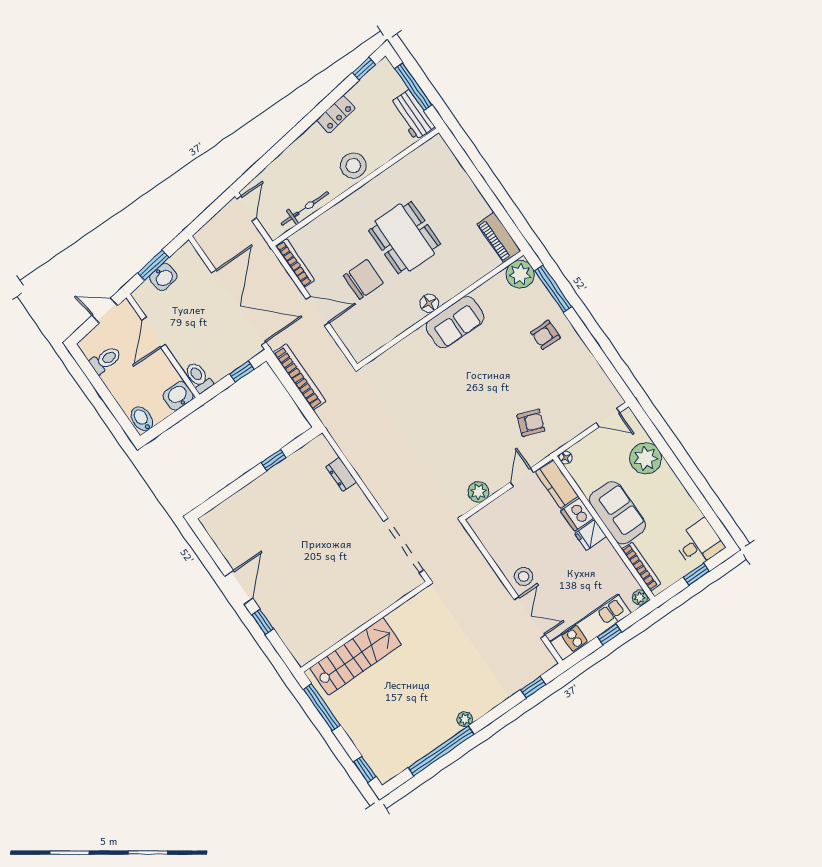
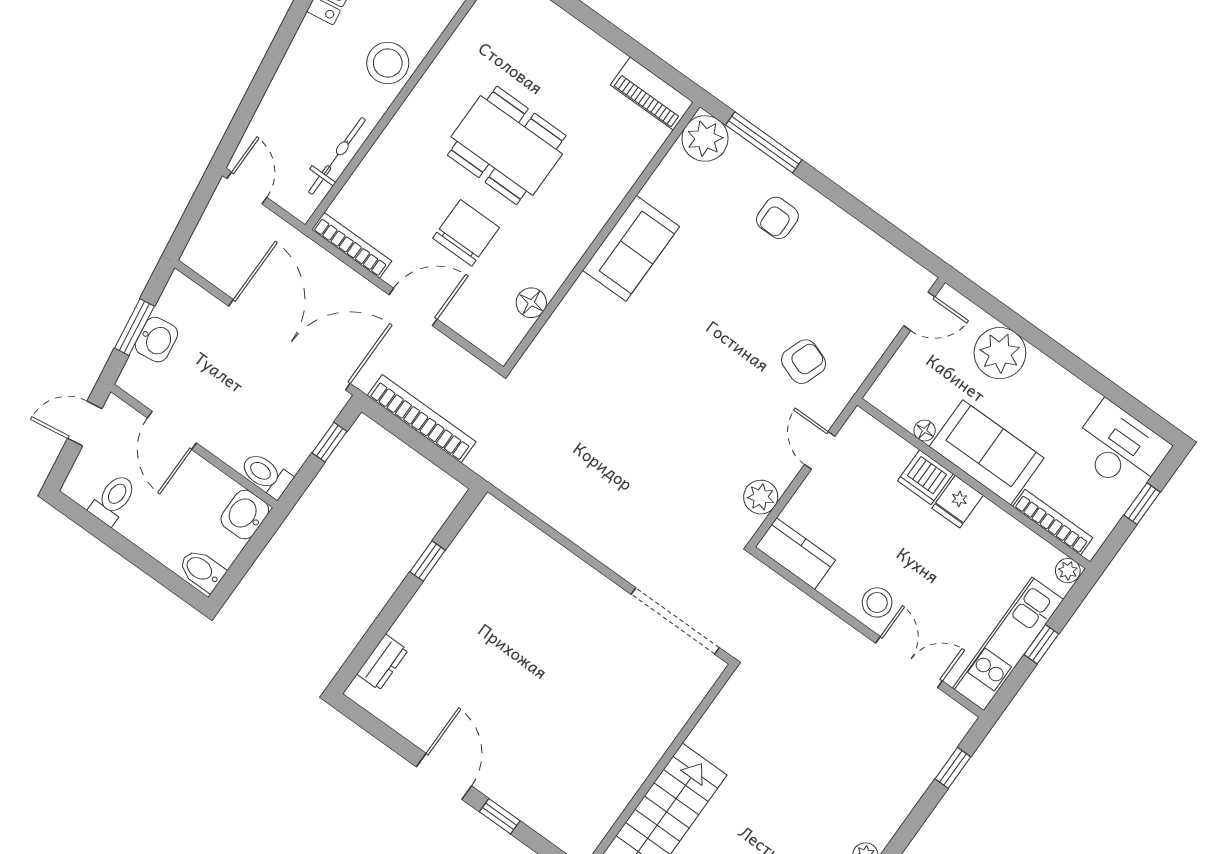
floor lamp: (429, 303) -> (531, 303), moved
floor lamp: (566, 458) -> (925, 431), moved
dresser: (341, 474) -> (382, 662), moved, turned -90
kitchen counter: (557, 484) -> (795, 554), moved, turned 180
desk: (699, 543) -> (1120, 448), width x1.37

